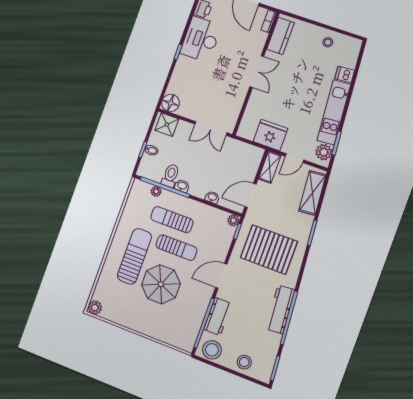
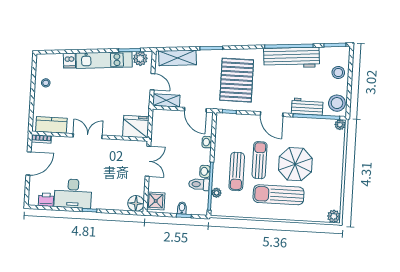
fridge: (270, 135) -> (136, 127), moved, turned 90
plant: (233, 220) -> (340, 125), moved
workbench: (280, 309) -> (291, 58), width x1.36, depth x1.32

